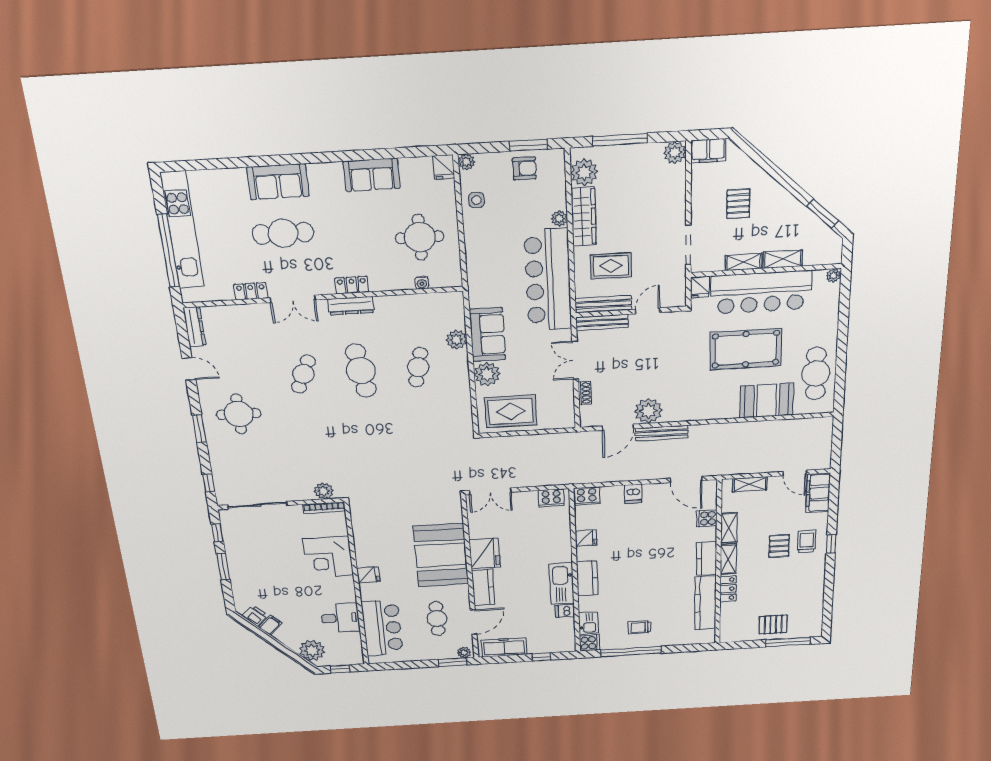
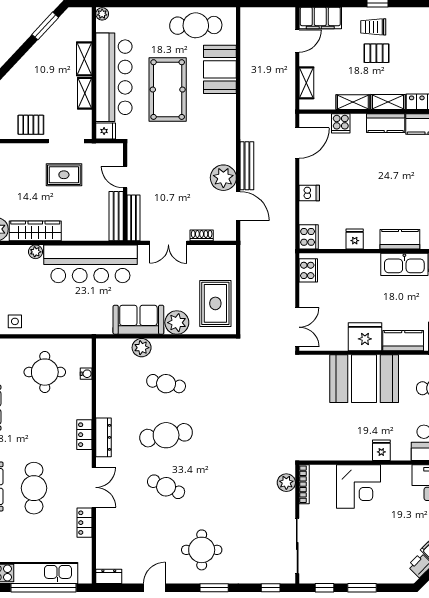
pallet: (738, 204) -> (31, 125), moved
rug: (611, 266) -> (64, 175), moved, turned 90
dresser: (195, 327) -> (109, 576), width x0.70

